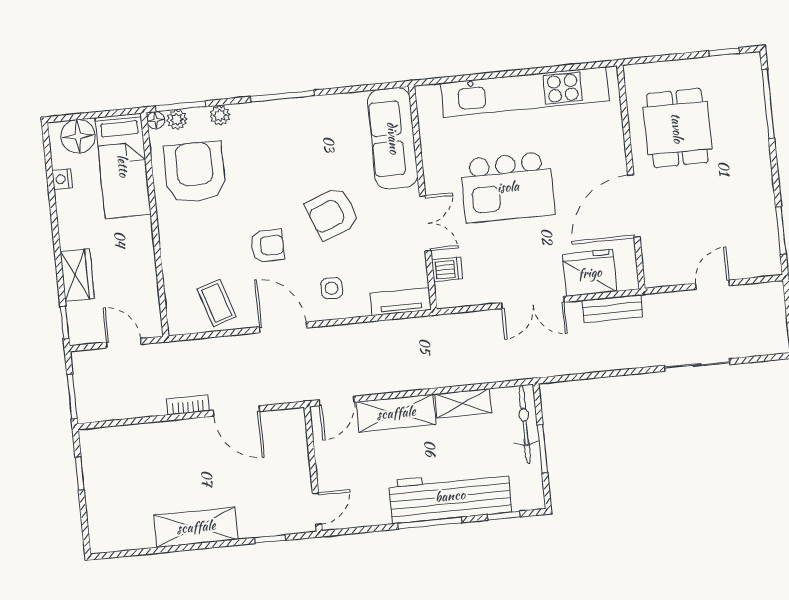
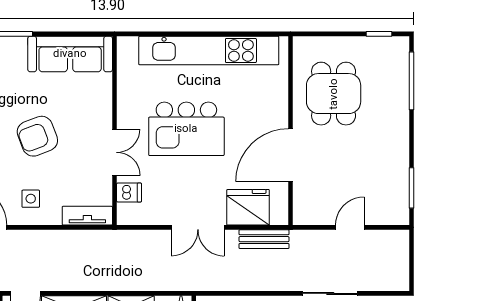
sofa: (393, 138) -> (70, 54), moved, turned -90

